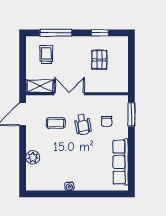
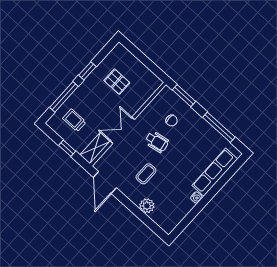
window: (100, 33) -> (87, 71), moved
window: (23, 67) -> (67, 148), added
coffee table: (56, 123) -> (146, 174), moved
window: (131, 158) -> (219, 127), added
row of seats: (121, 162) -> (215, 172), moved, turned 90

